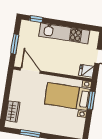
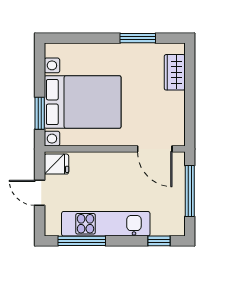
window: (79, 26) -> (82, 241), added
window: (15, 44) -> (190, 191), width x1.44
bed with nightstands: (67, 96) -> (83, 102), width x1.36

